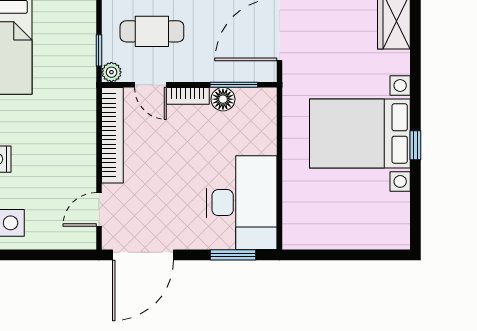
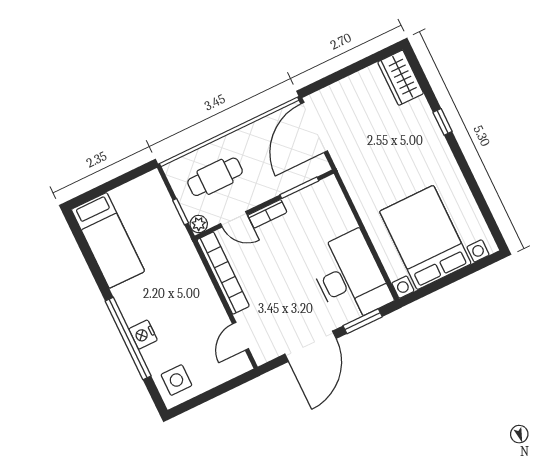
floor lamp: (223, 99) -> (296, 203), removed
bed with nightstands: (360, 133) -> (425, 237), moved, turned 90
window: (415, 145) -> (443, 122), moved
door: (143, 255) -> (311, 346), moved

